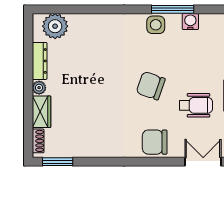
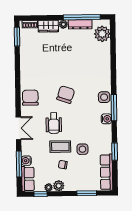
window: (28, 58) -> (82, 17), added

